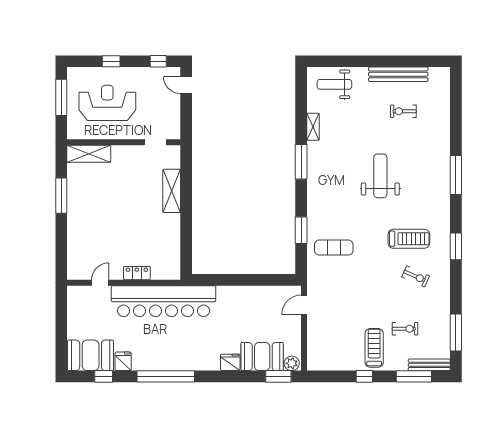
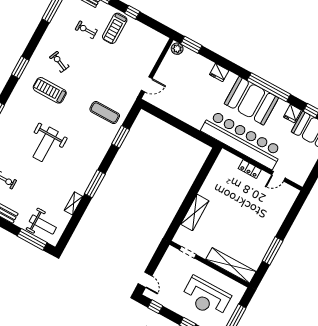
window: (337, 61) -> (32, 239), added
shelving: (89, 154) -> (231, 265), width x1.47
booth: (262, 357) -> (251, 101), moved, width x1.36, depth x1.42

